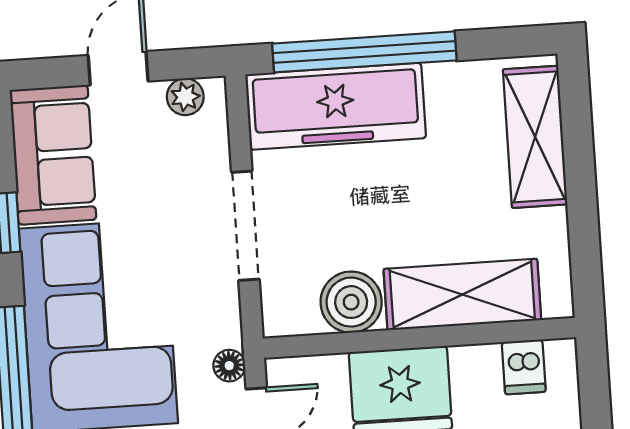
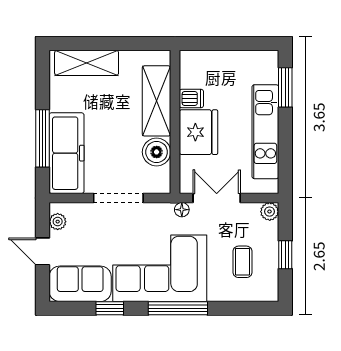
window: (364, 52) -> (43, 138), width x0.68
dishwasher: (524, 367) -> (191, 99), moved

